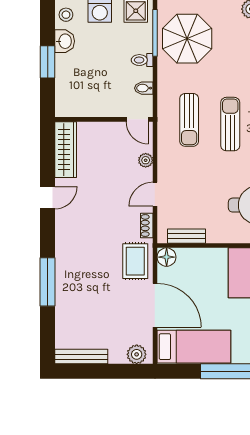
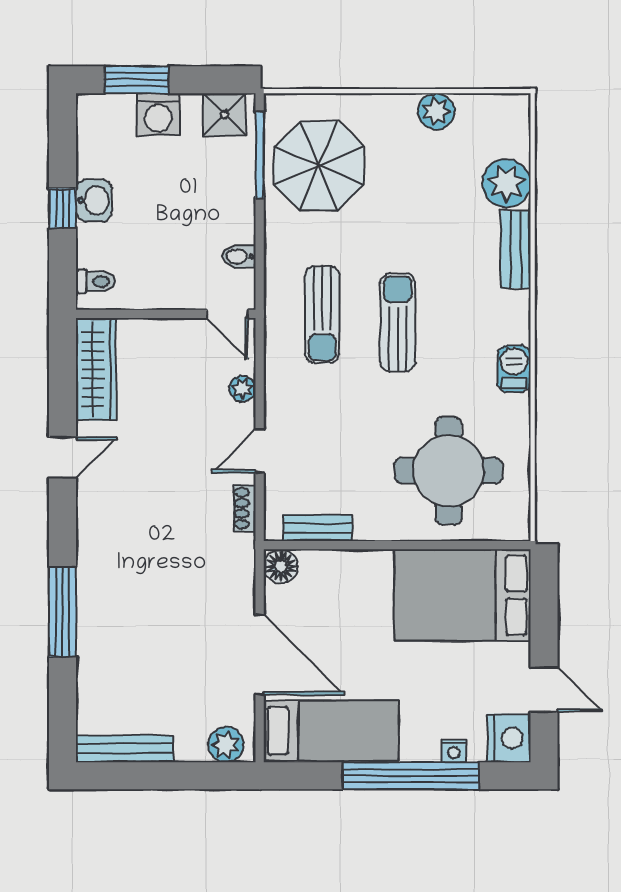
stool: (66, 15) -> (96, 122), removed
washbasin: (65, 41) -> (94, 200), moved
toilet: (142, 60) -> (96, 282), moved, turned 180
window: (48, 62) -> (63, 208), width x0.67
rug: (135, 261) -> (223, 574), removed

